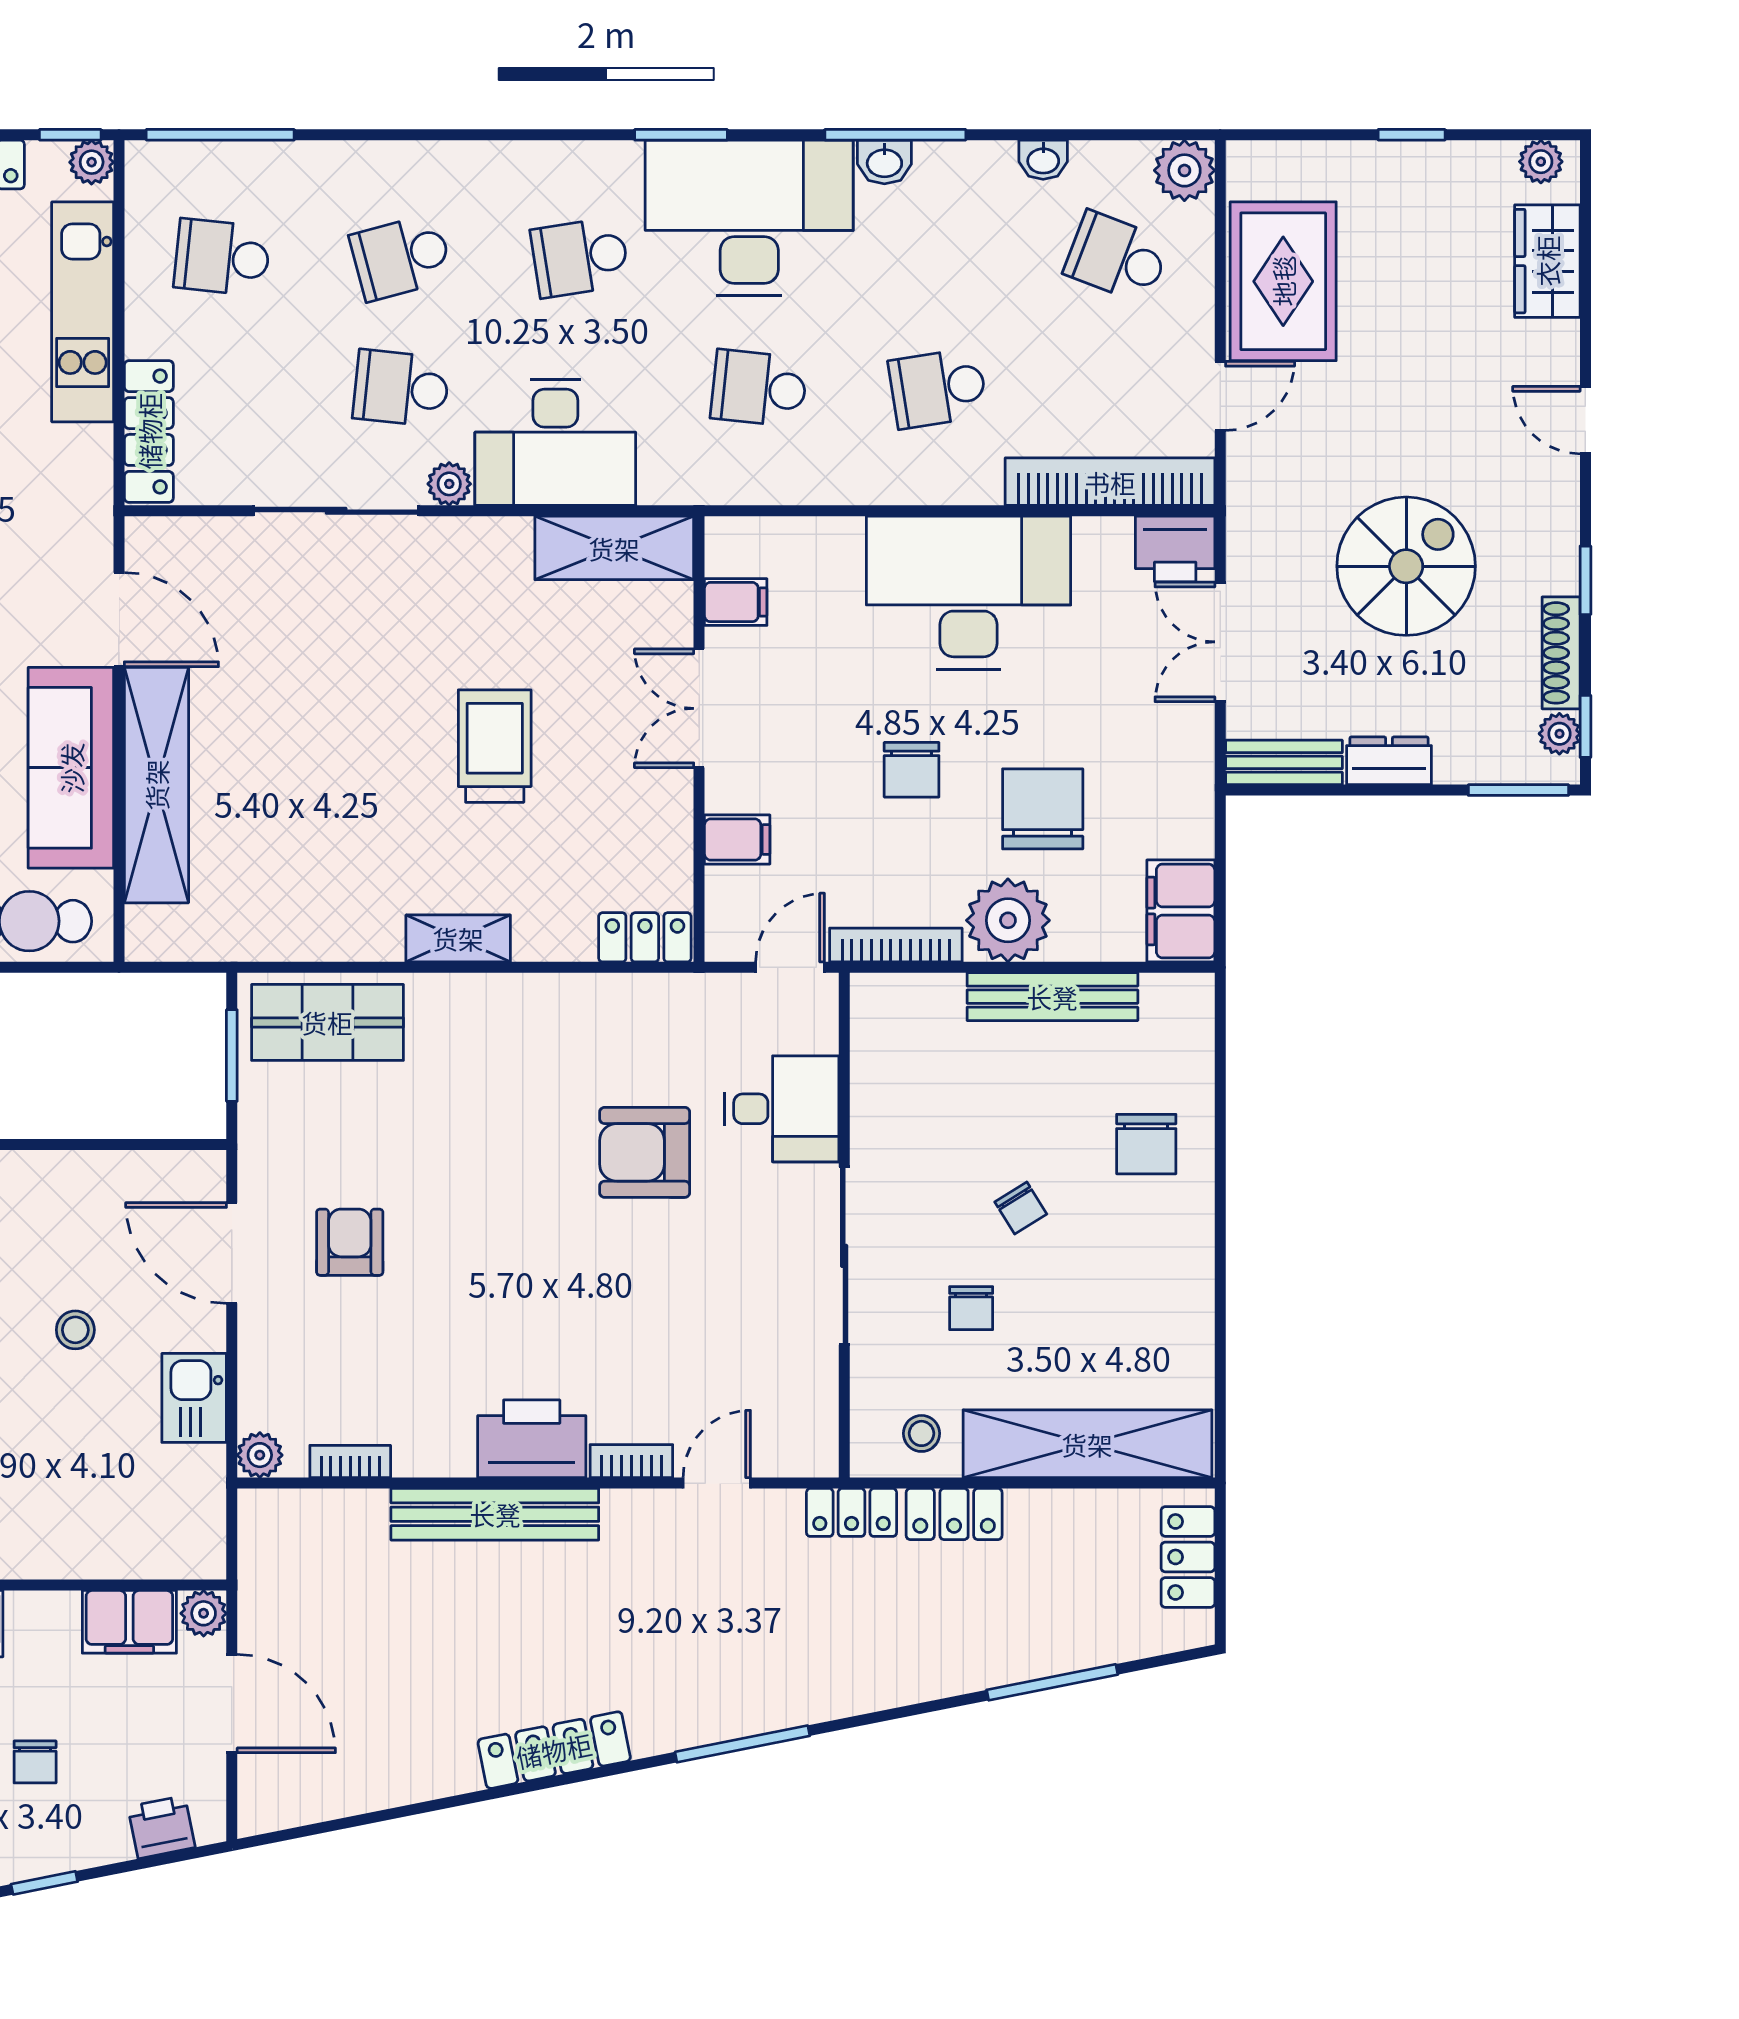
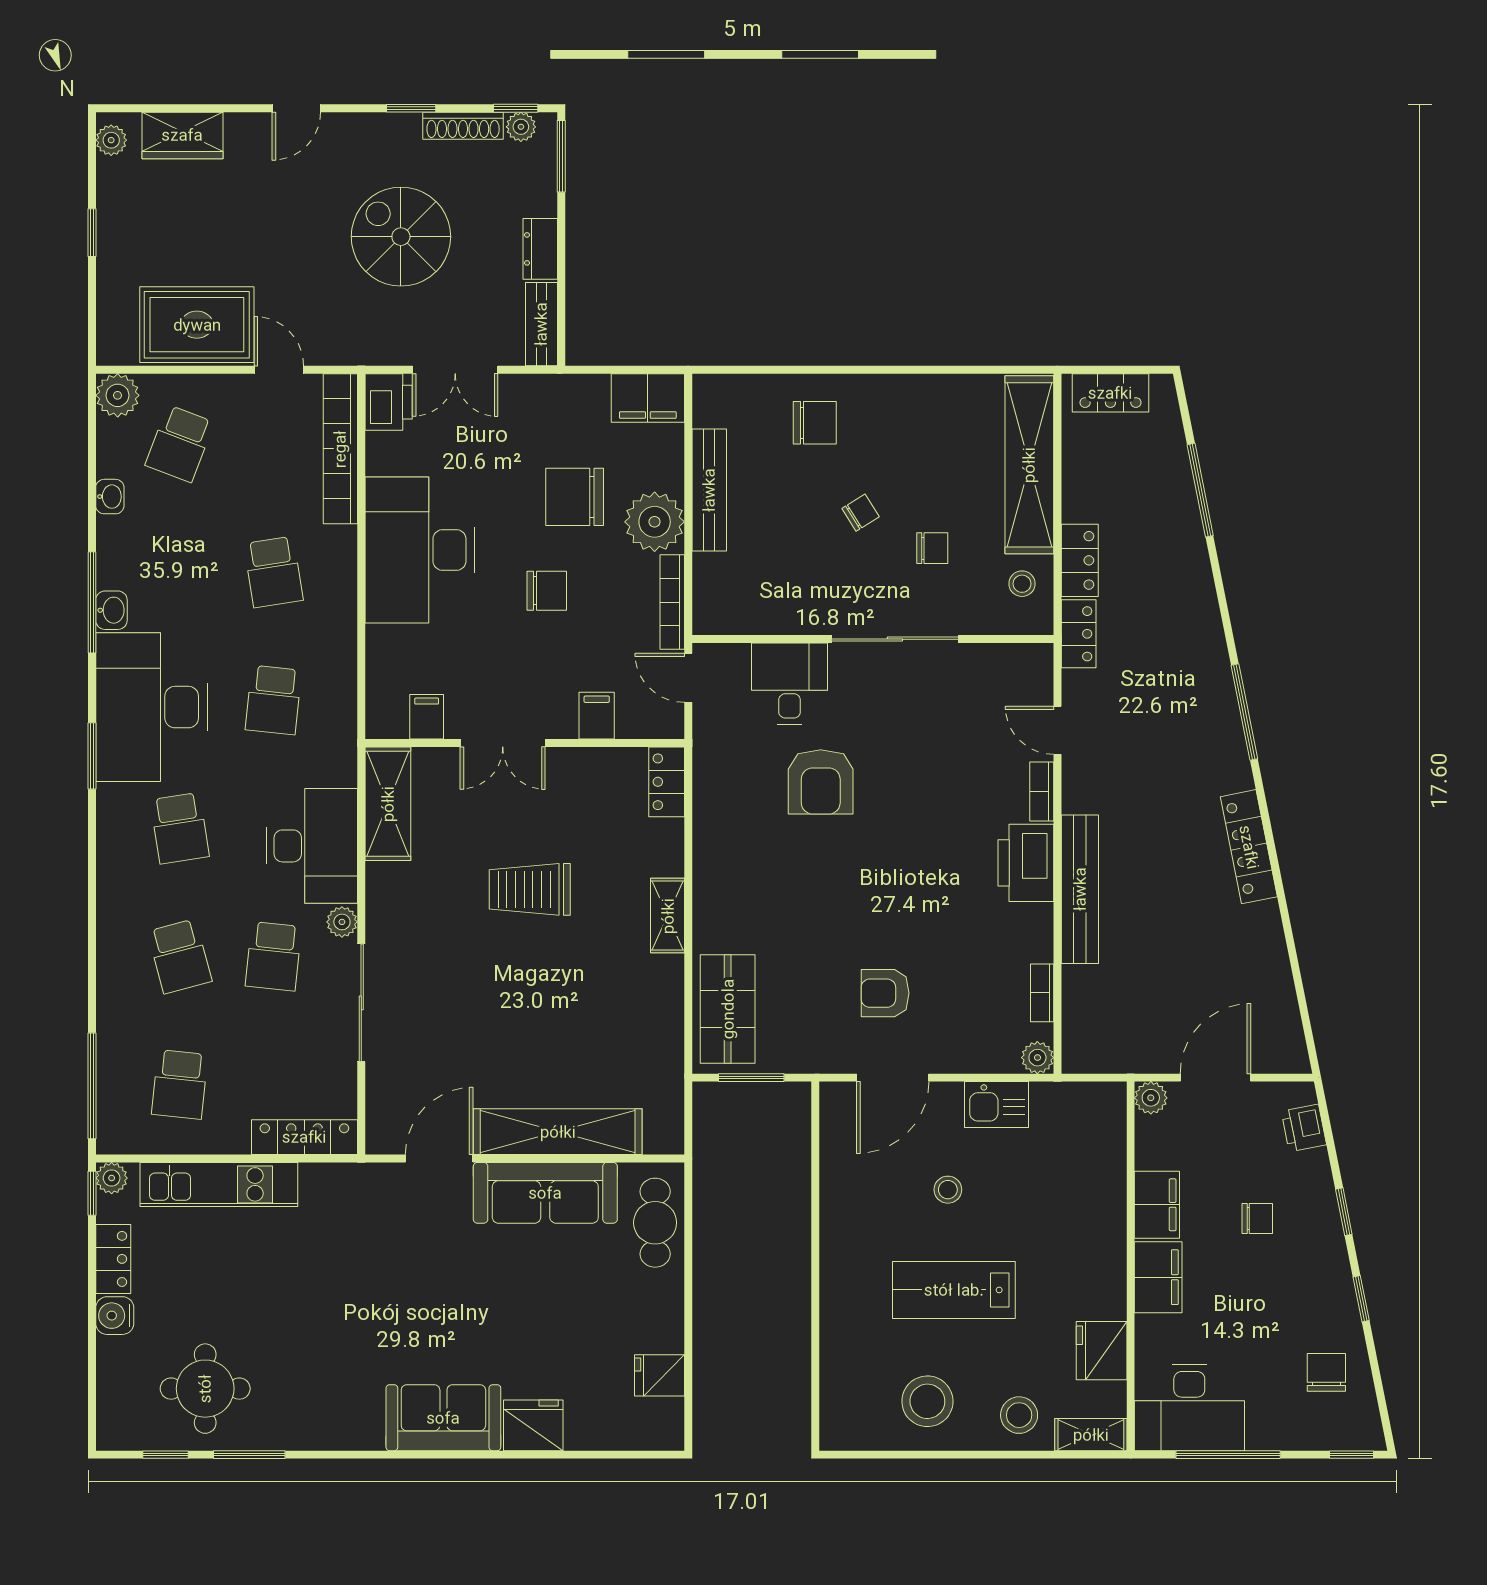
filing cabinet: (129, 1622) -> (1157, 1205), moved

